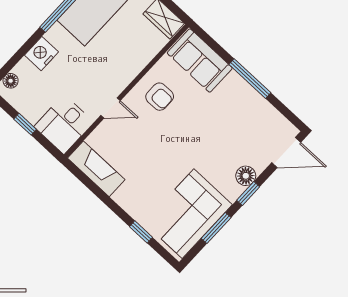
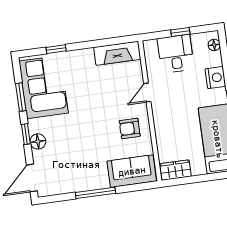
desk: (64, 124) -> (176, 54), moved

